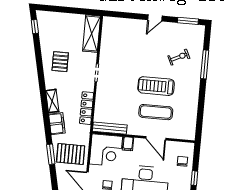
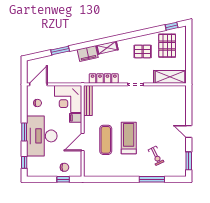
pallet: (71, 154) -> (167, 46), moved
window: (194, 178) -> (63, 179), moved

